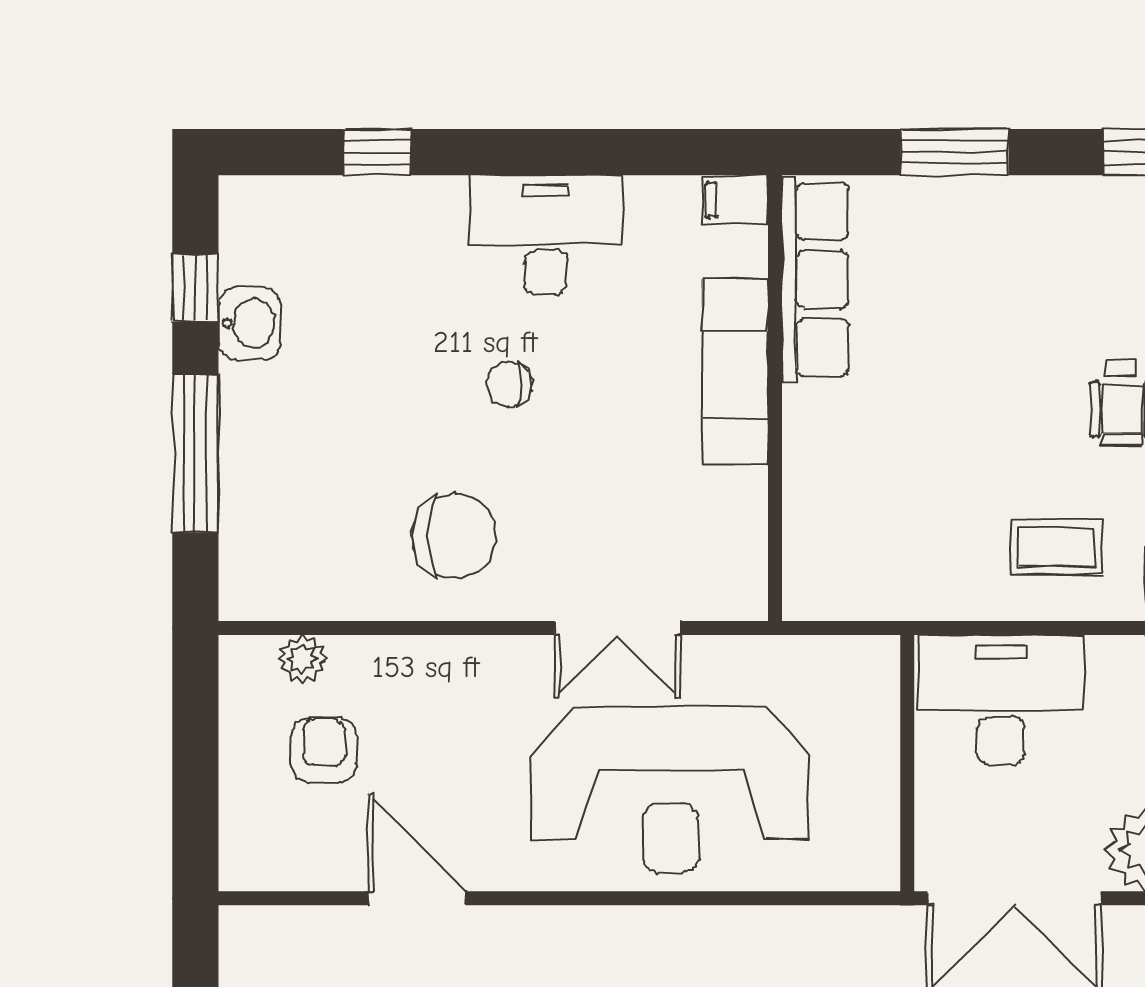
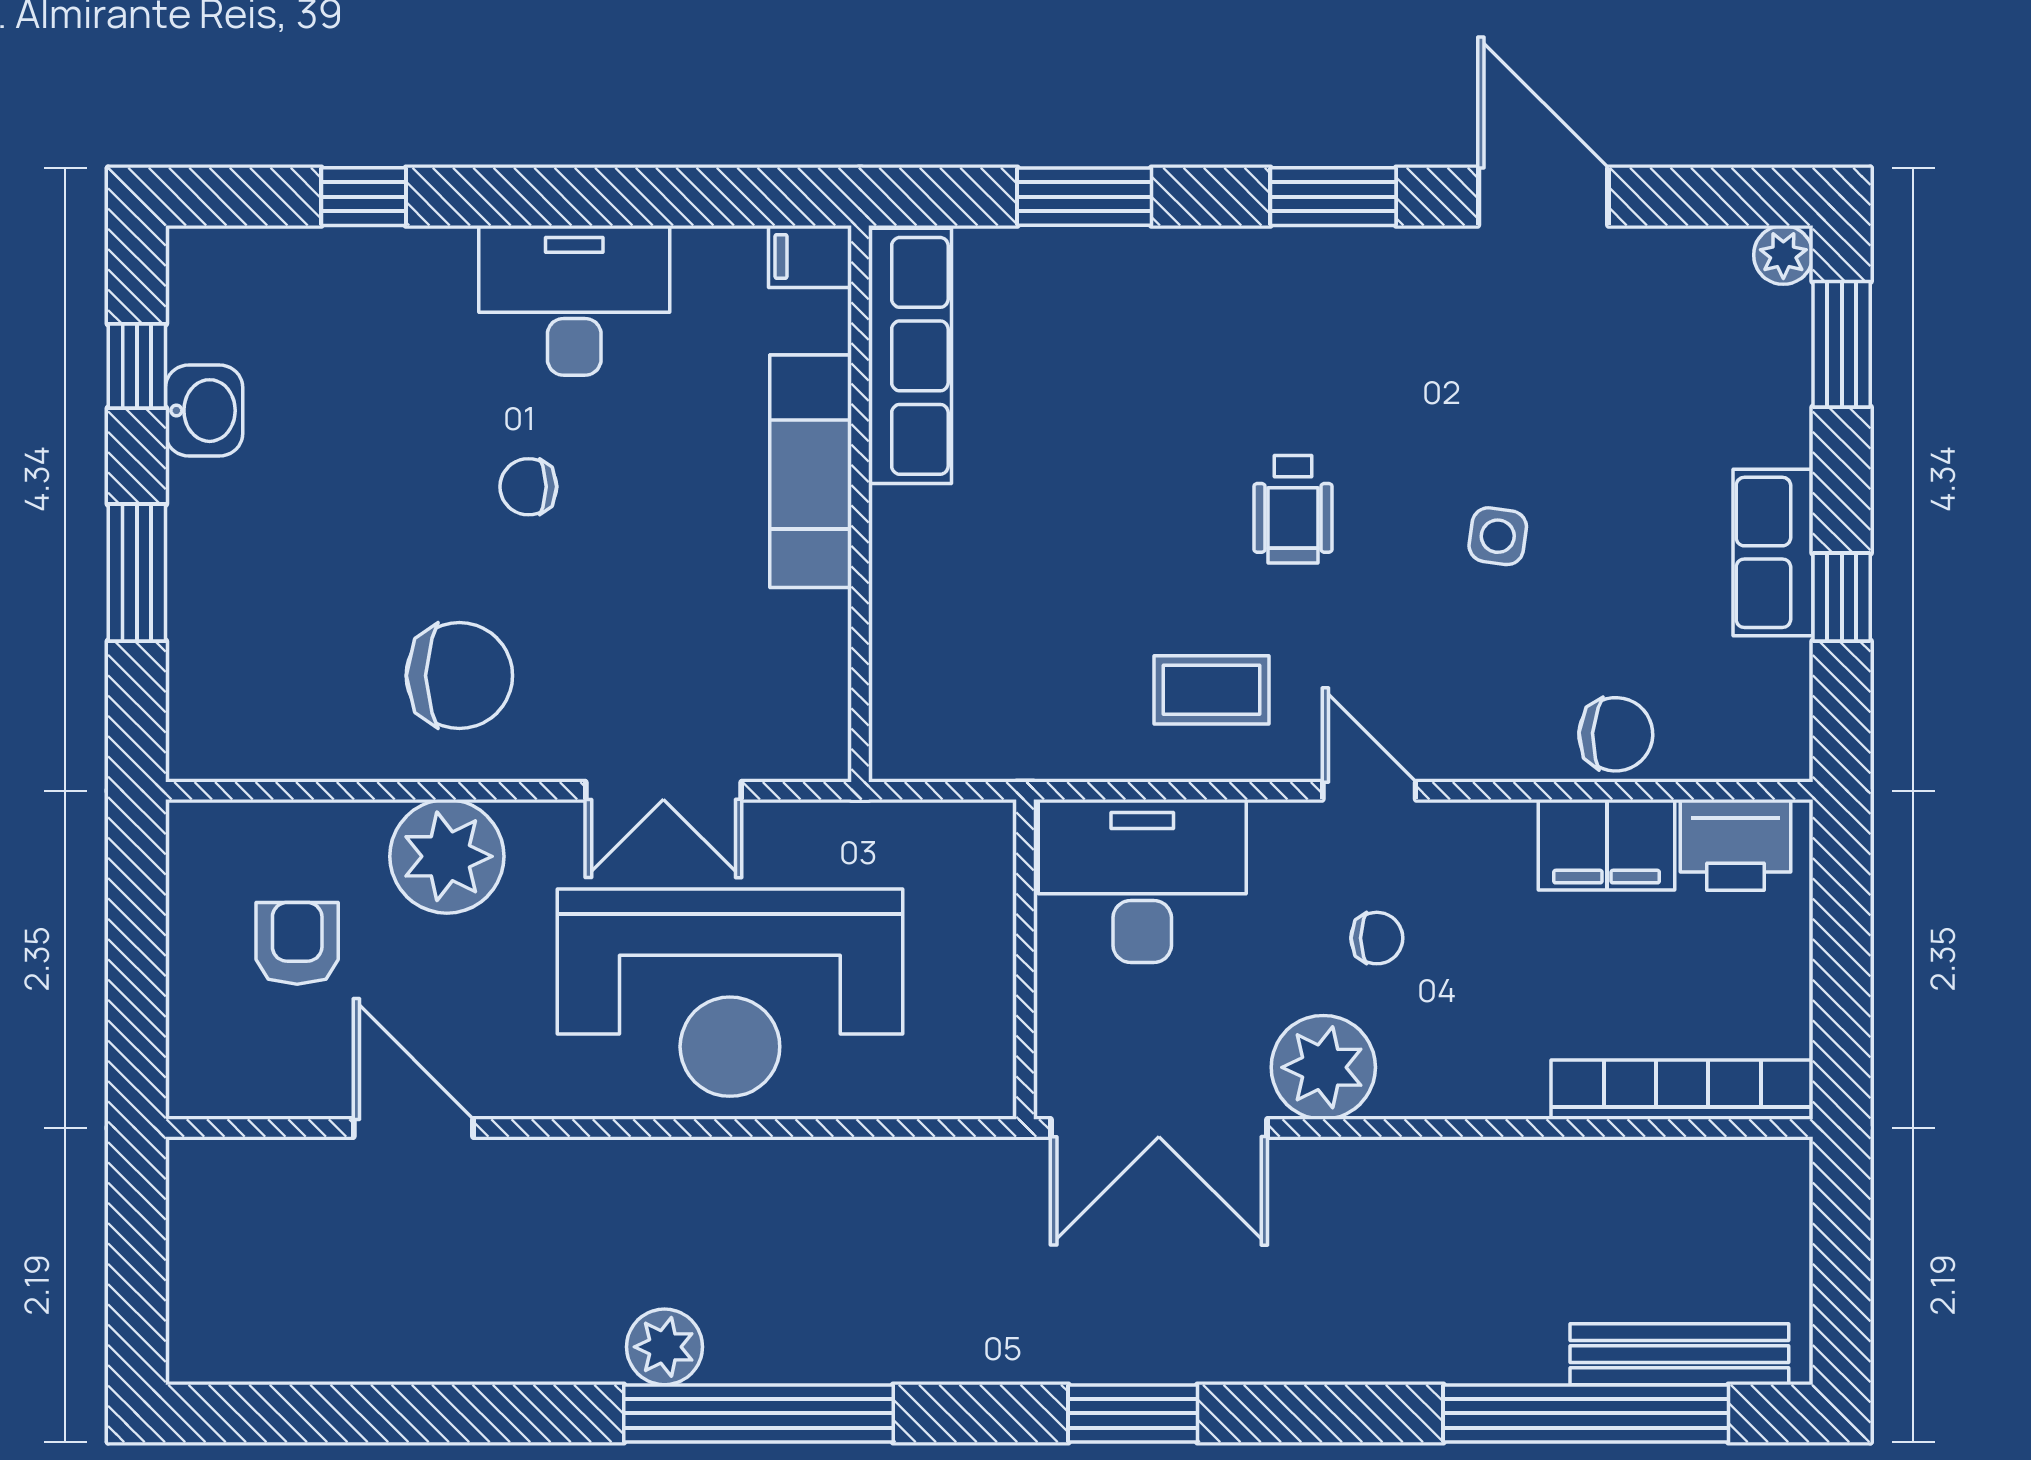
window: (195, 453) -> (137, 573), width x0.69
plant: (302, 659) -> (447, 856), moved, width x1.88, depth x1.88

